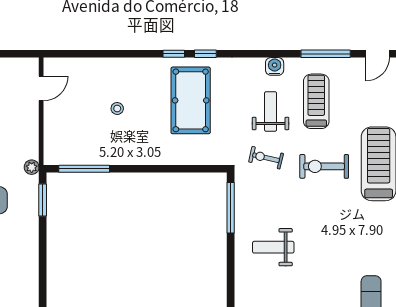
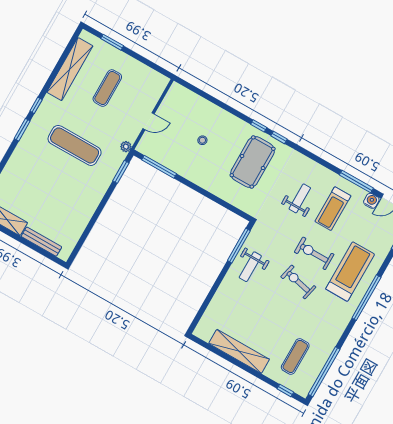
water cooler: (275, 66) -> (371, 201), moved
door: (41, 88) -> (149, 121), moved
treadmill: (316, 101) -> (333, 209), turned 180
exercise bike: (266, 158) -> (298, 282), moved, width x1.38, depth x1.39
weight bench: (273, 247) -> (250, 267), moved, turned -90

